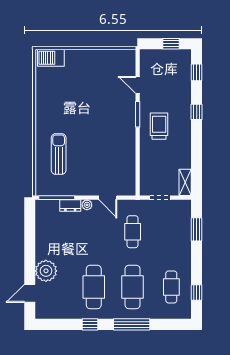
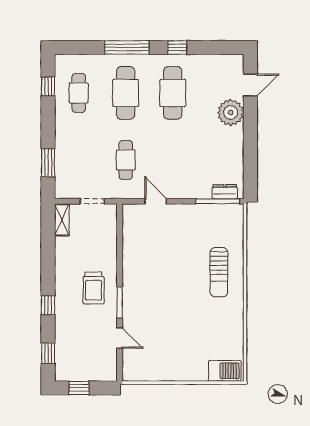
sun lounger: (59, 154) -> (219, 272), moved
plant: (87, 205) -> (181, 193), removed
dresser: (70, 206) -> (225, 192), moved

